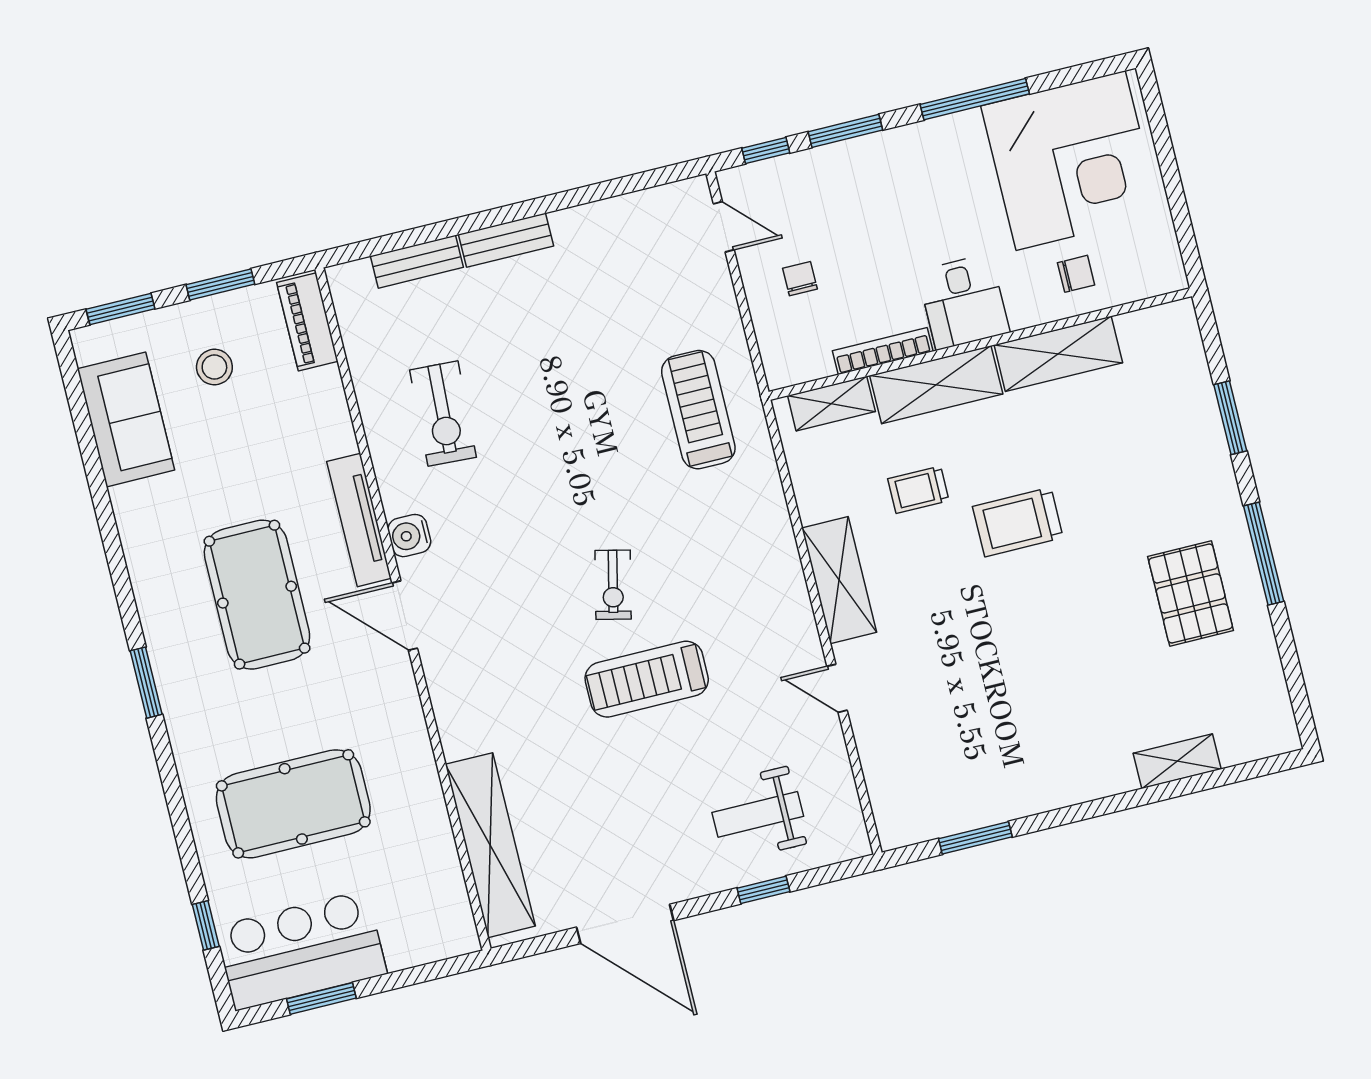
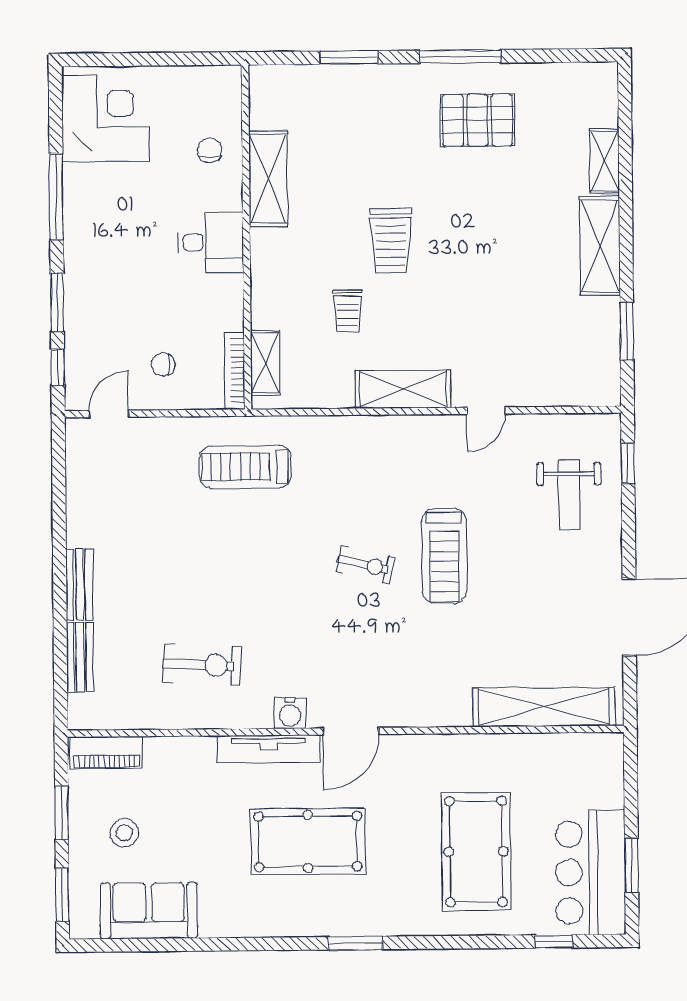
corner desk: (1071, 161) -> (105, 118), width x0.74, depth x0.74
bookcase: (883, 351) -> (235, 371), moved
shelving: (936, 385) -> (600, 246), moved
window: (763, 890) -> (628, 463), moved

